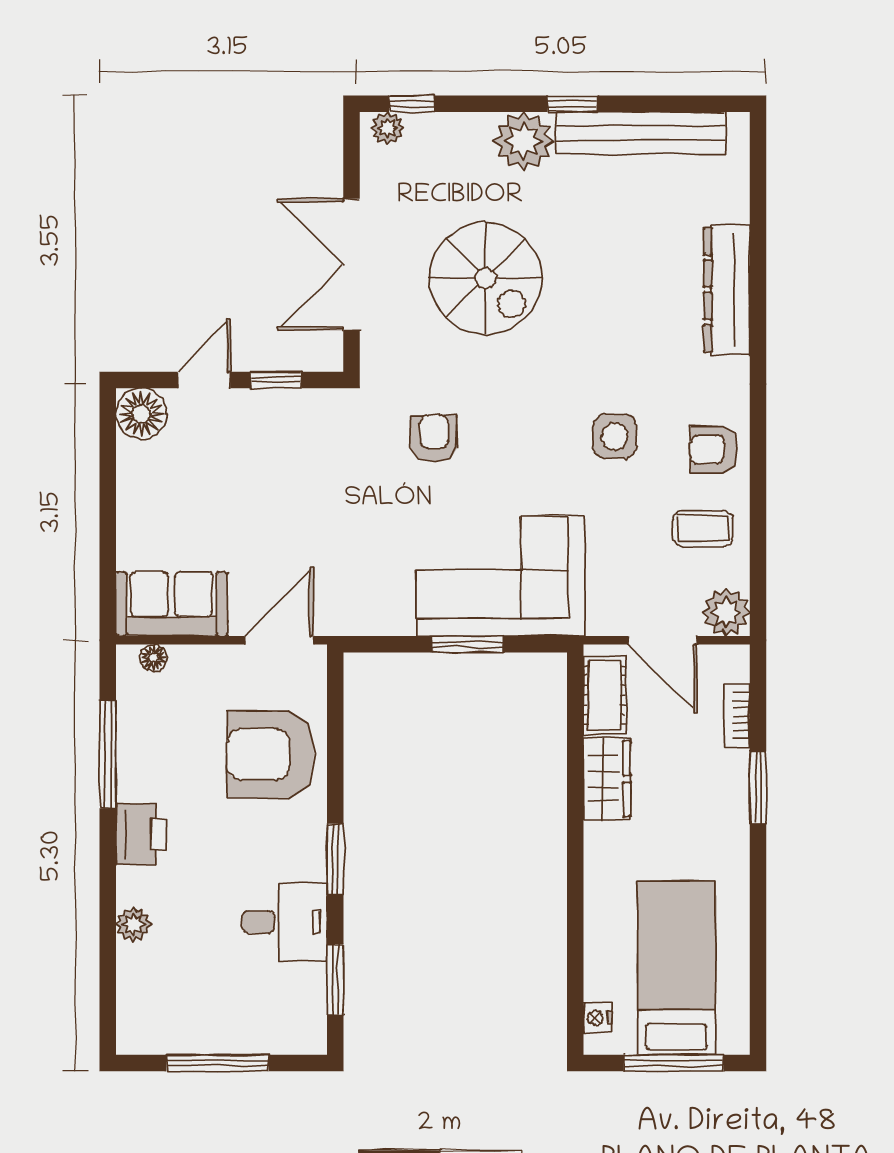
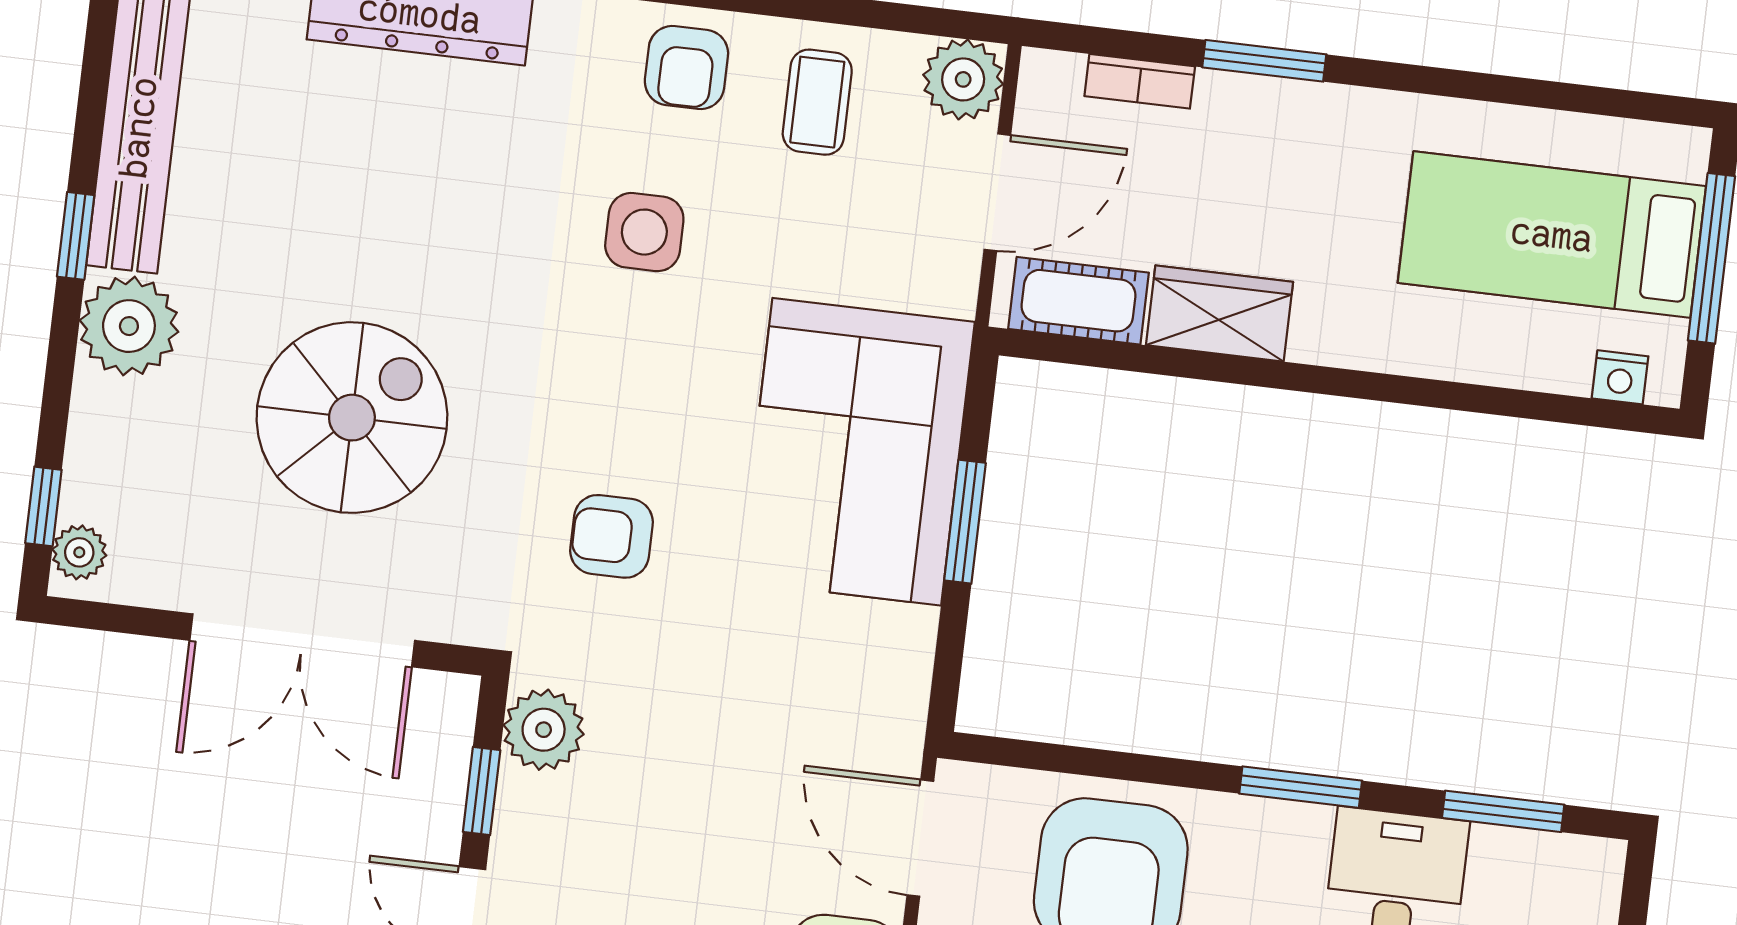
plant: (316, 412) -> (544, 730), added

